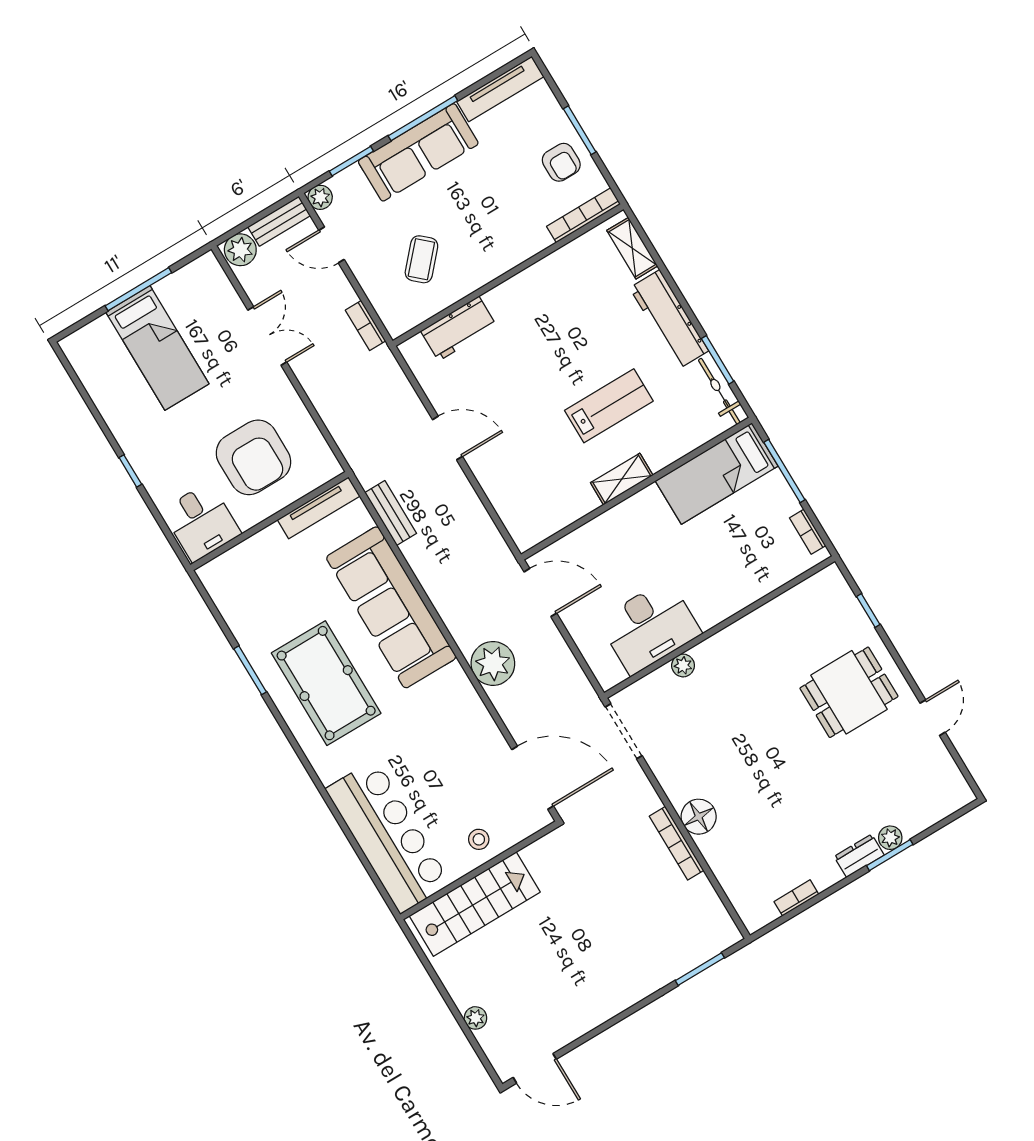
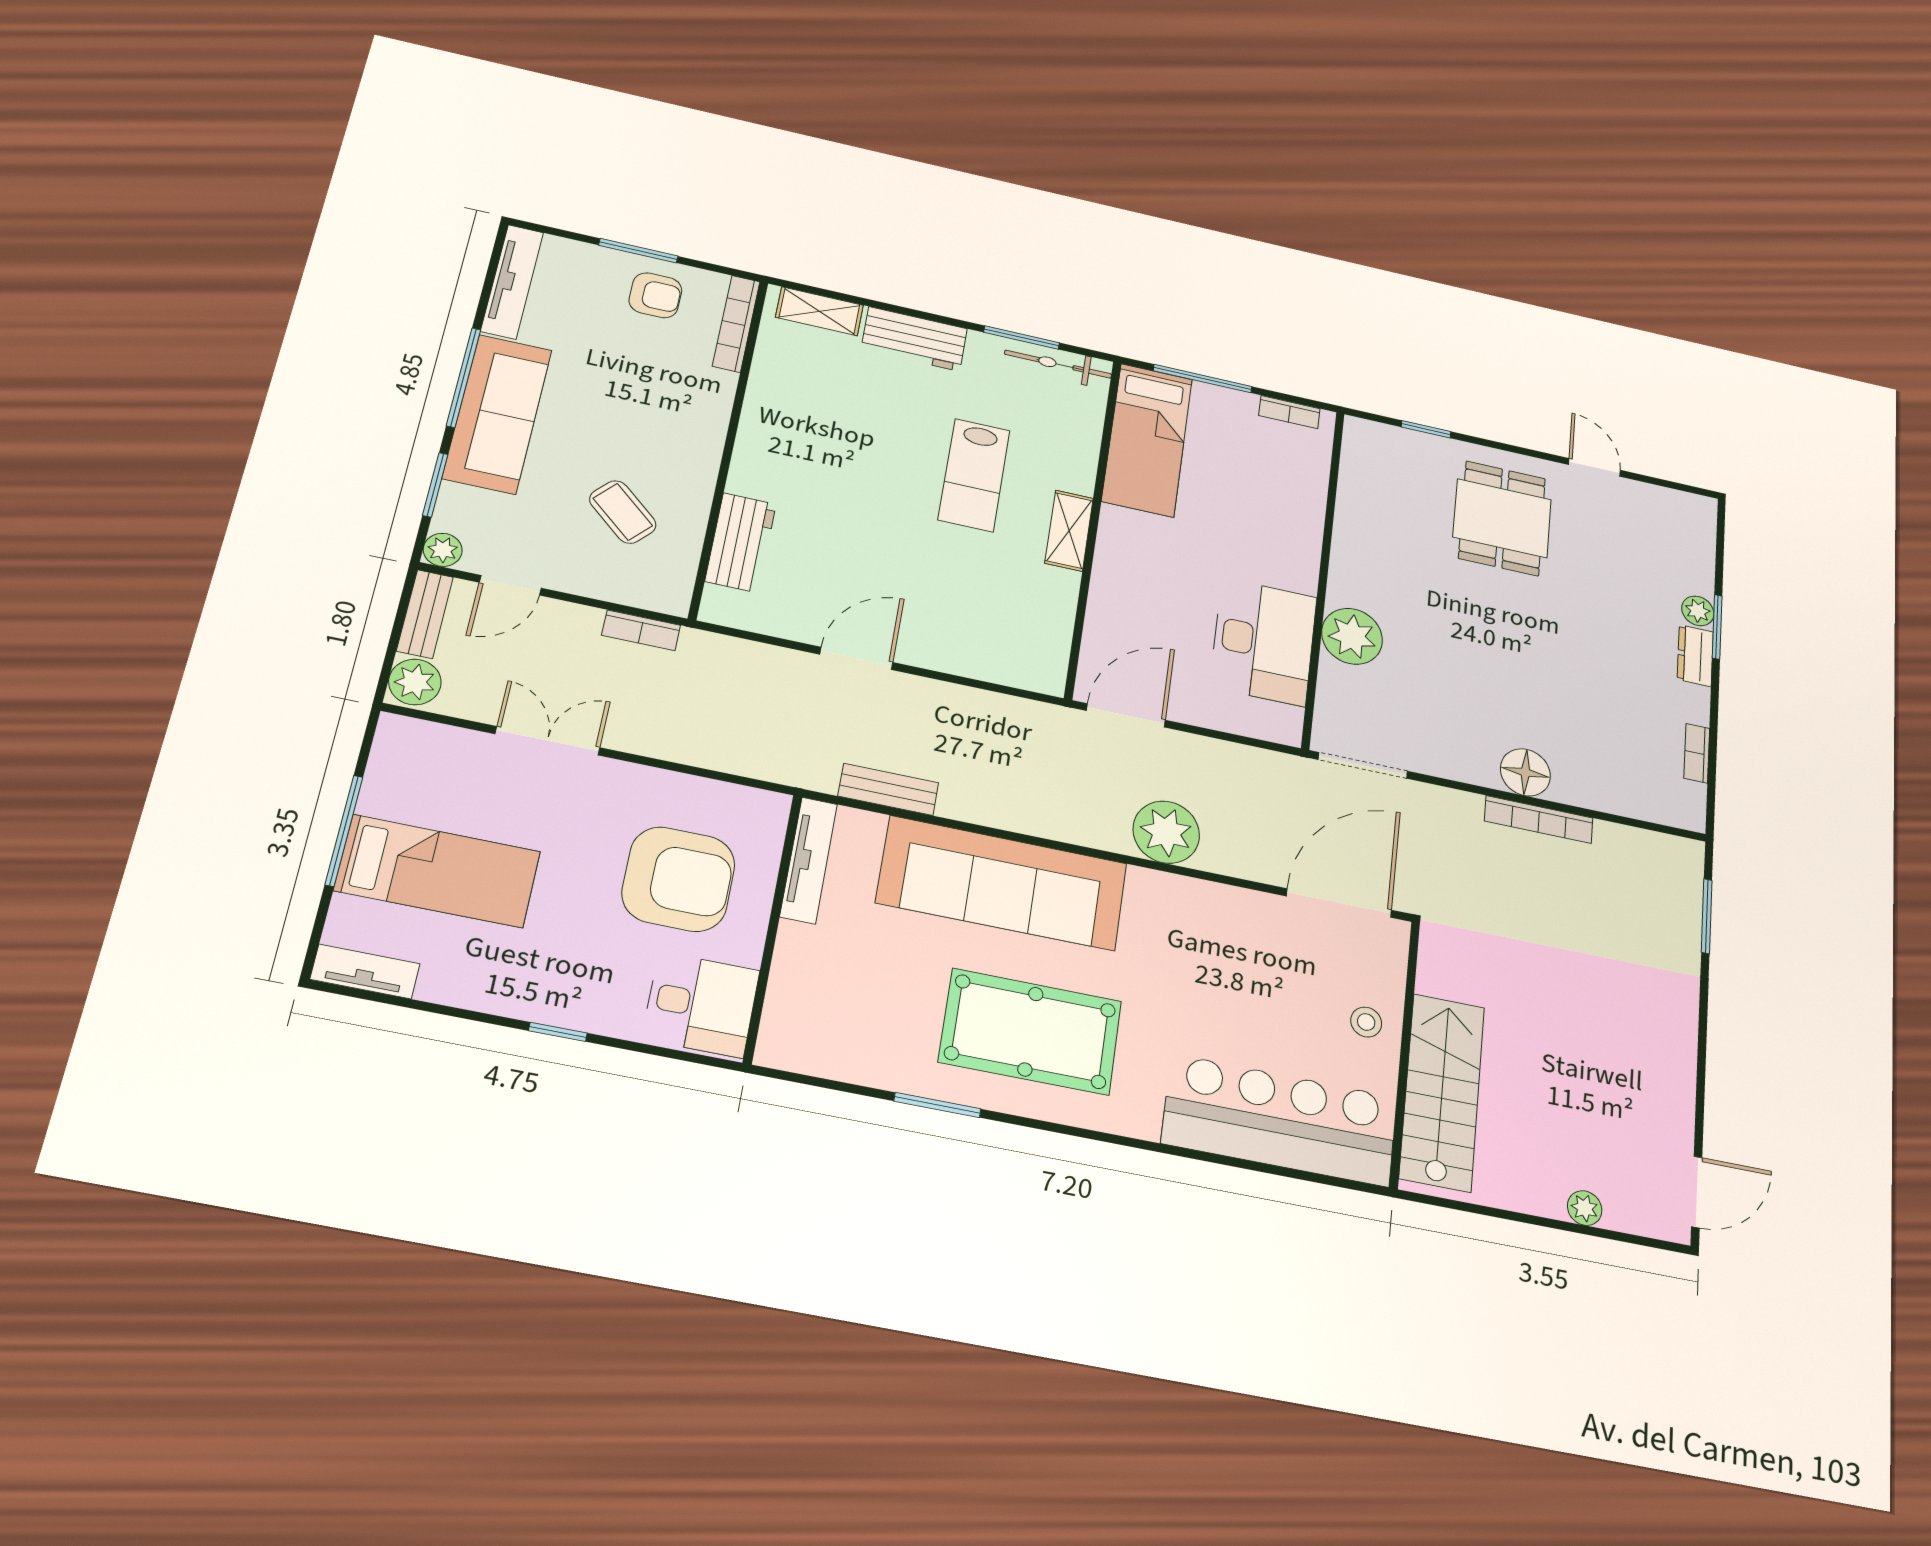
workbench: (669, 319) -> (914, 339), width x0.73
tv unit: (81, 362) -> (365, 971), added
lab bench: (609, 406) -> (974, 475), turned 180
plant: (683, 665) -> (1352, 636), width x1.88, depth x1.88

